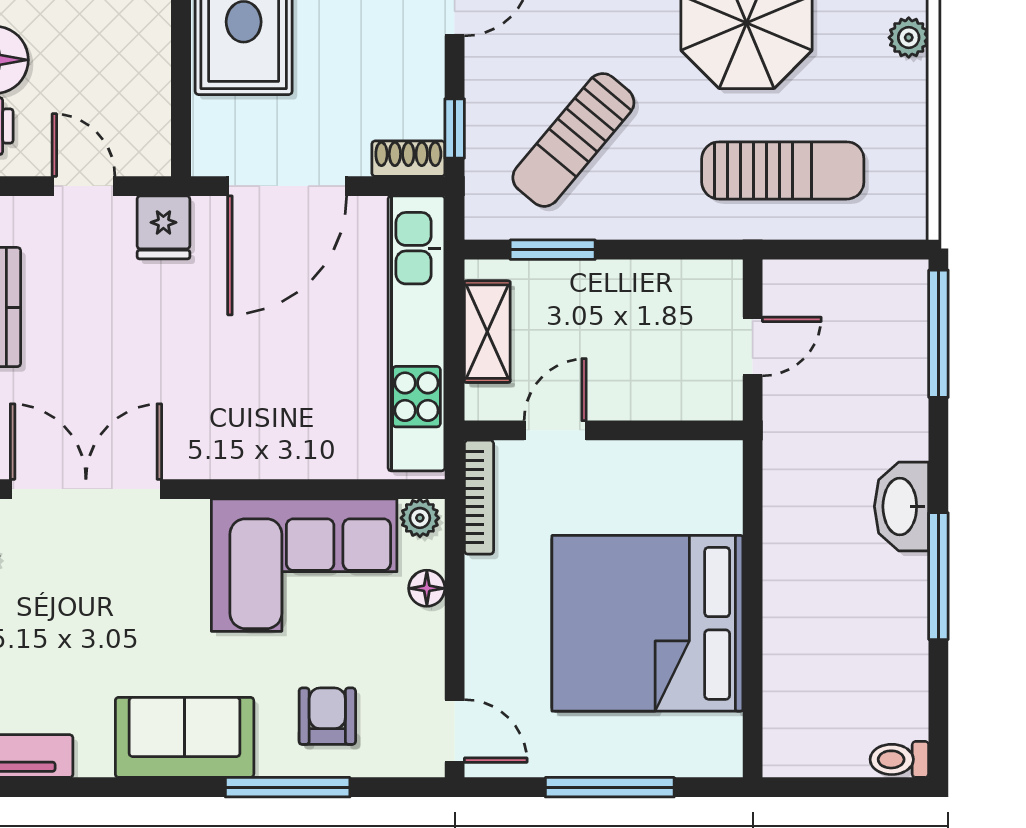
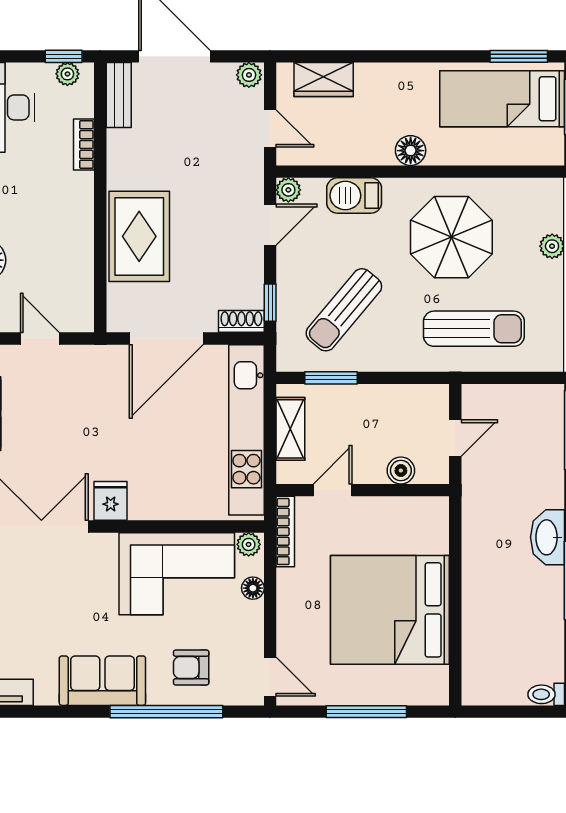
fridge: (163, 227) -> (111, 501), moved, turned 180
boiler: (665, 399) -> (401, 471), added
armchair: (327, 716) -> (191, 668), turned -90
window: (288, 787) -> (166, 712), width x1.46

